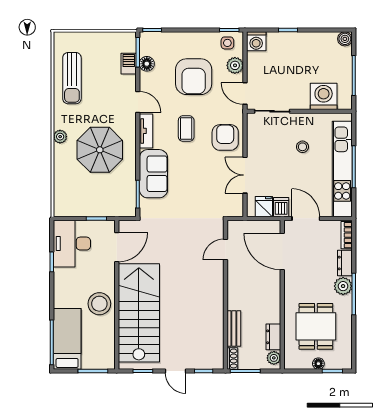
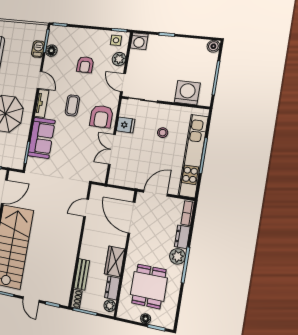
armchair: (194, 77) -> (85, 65), width x0.53, depth x0.53
armchair: (225, 137) -> (101, 117), turned 180
fridge: (264, 207) -> (126, 125), moved, turned 90
dishwasher: (281, 207) -> (137, 180), removed
door: (306, 218) -> (155, 193), hinge flipped
wardrobe: (271, 306) -> (115, 261), added

